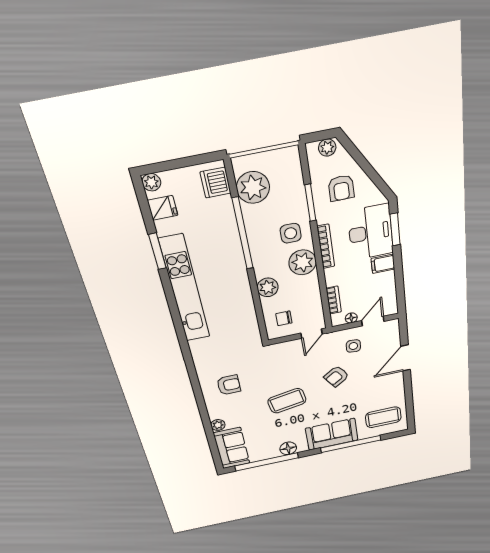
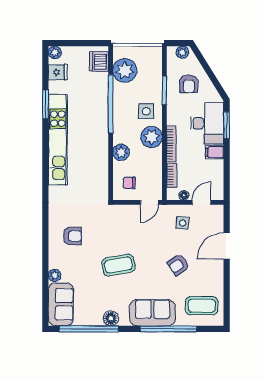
bookcase: (326, 246) -> (171, 144), moved
armchair: (336, 376) -> (178, 265), moved

